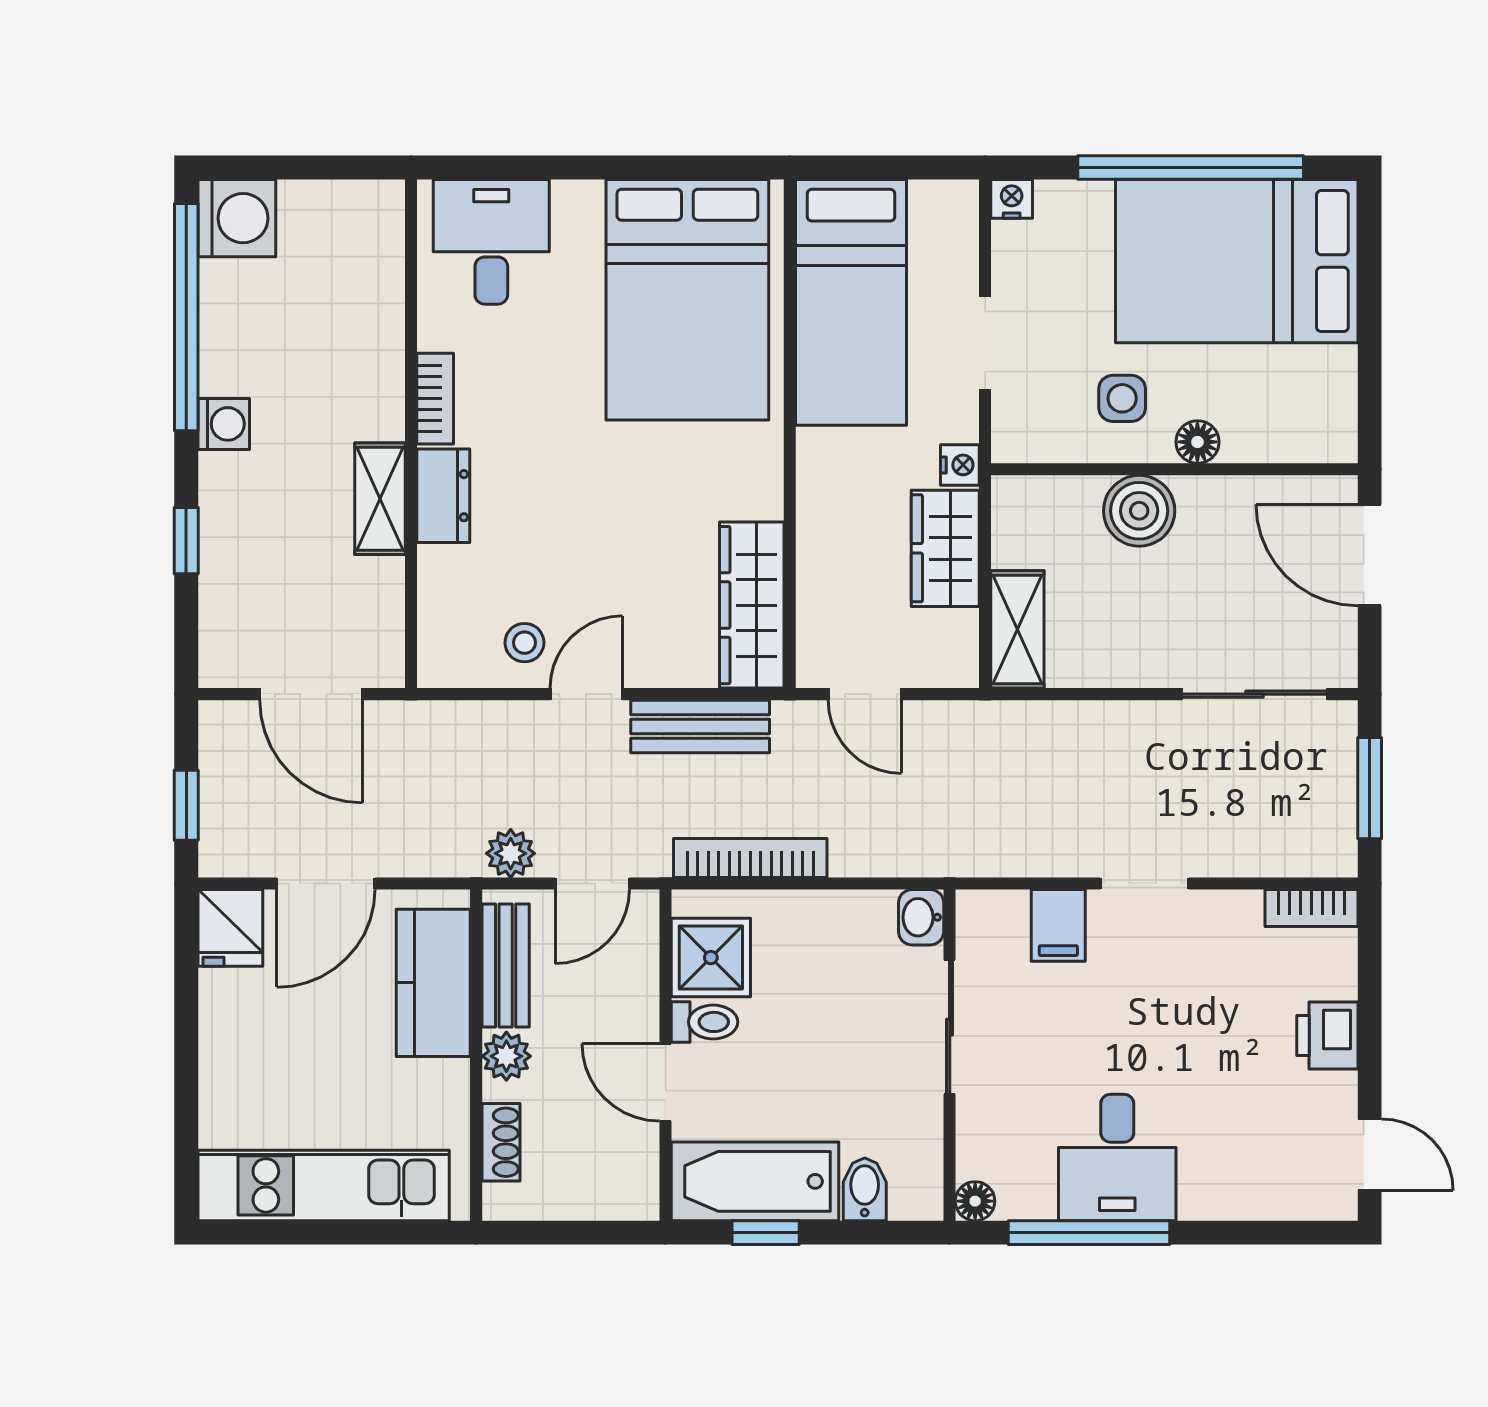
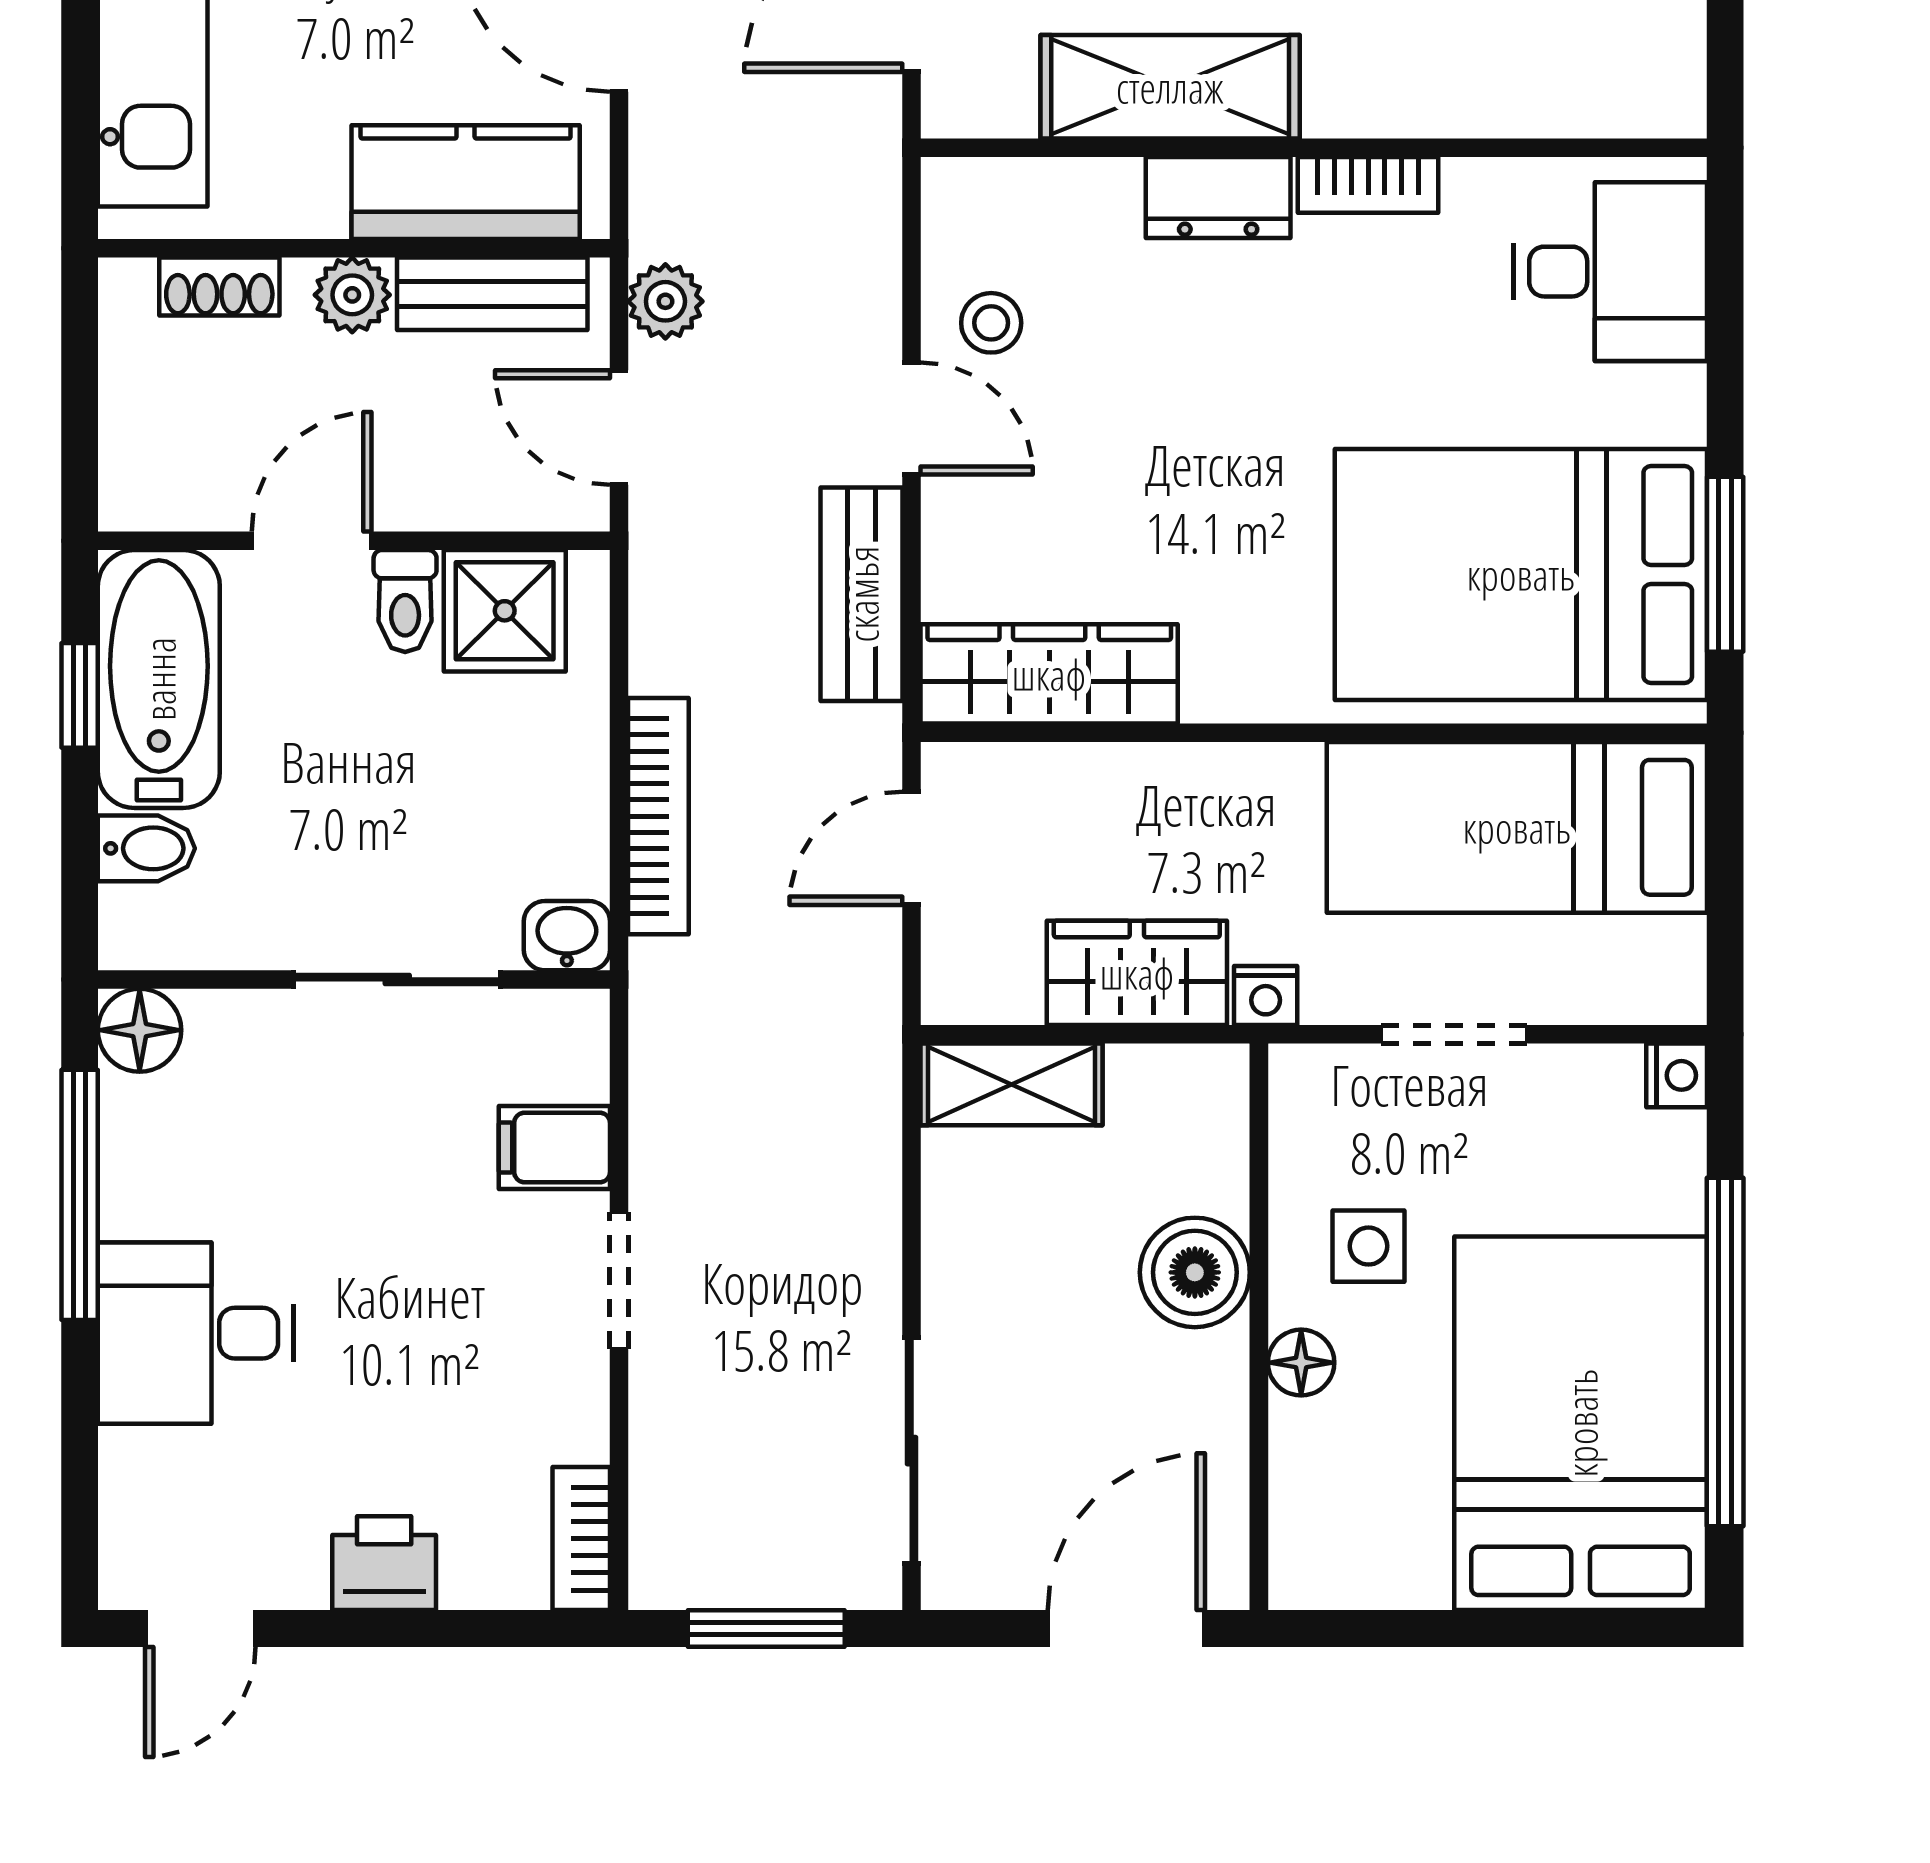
window: (681, 168) -> (1725, 564), added
shelving: (380, 499) -> (1170, 87), width x1.50, depth x1.33
bookcase: (750, 858) -> (658, 816), moved
desk: (1117, 1157) -> (196, 1333), moved
floor lamp: (975, 1201) -> (140, 1030), width x1.37, depth x1.37

